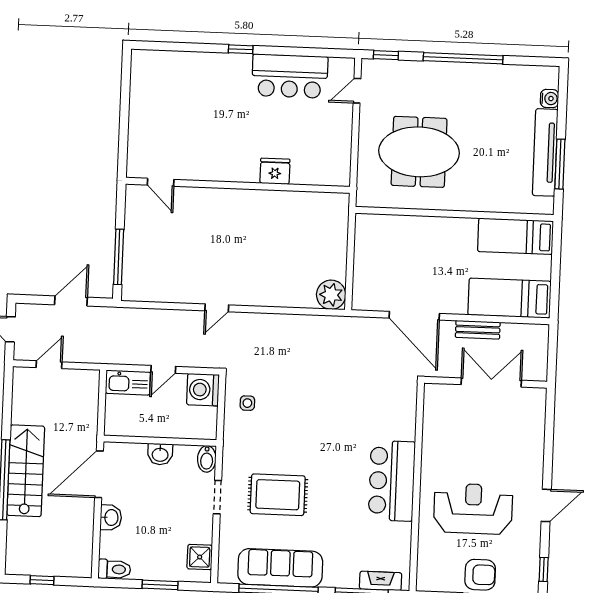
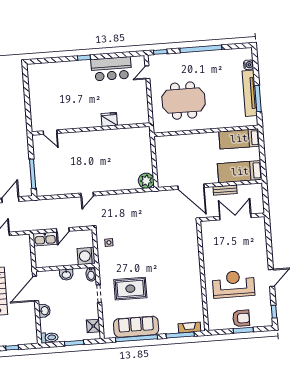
washing machine: (203, 390) -> (86, 256), moved
bar counter: (392, 481) -> (189, 274), removed

